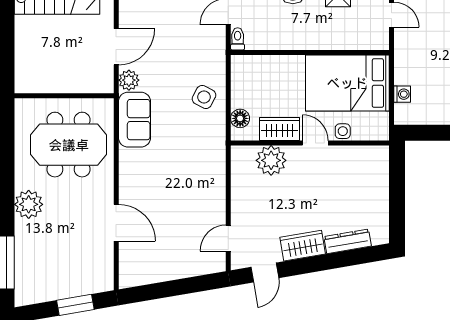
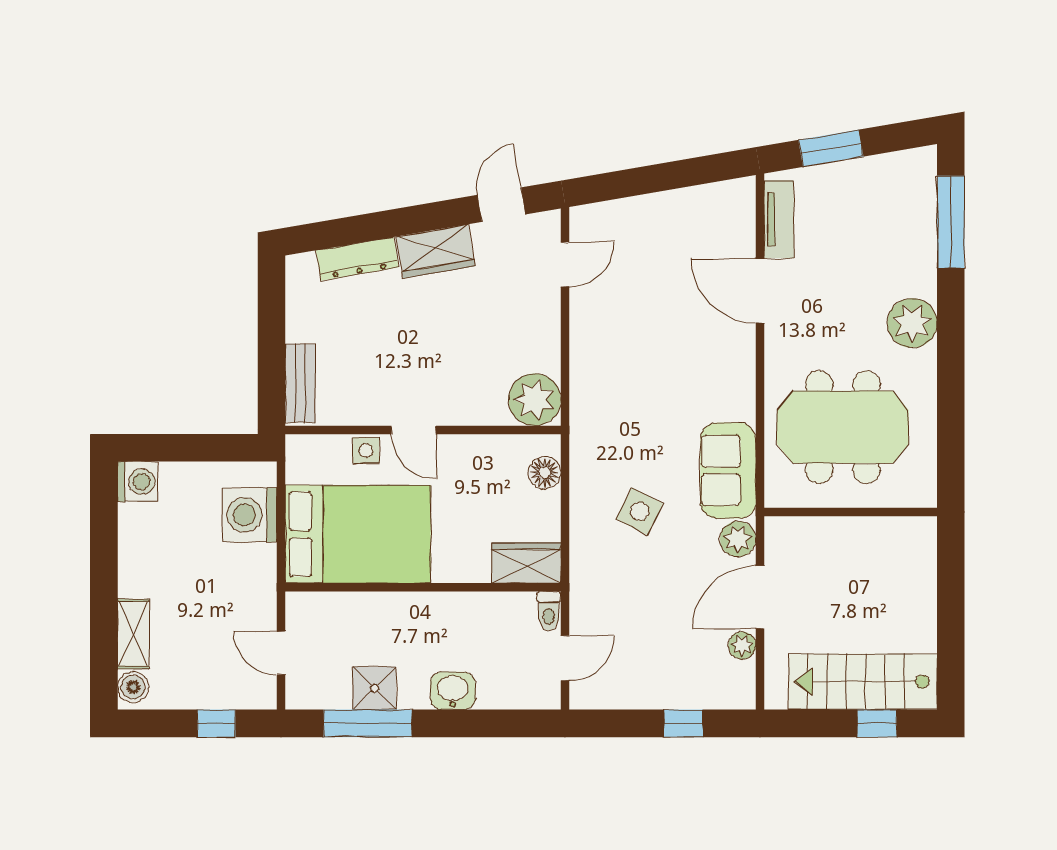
plant: (126, 19) -> (742, 645), added
washing machine: (402, 94) -> (250, 515), width x1.89, depth x1.89
side table: (204, 97) -> (640, 511), moved
wardrobe: (280, 129) -> (526, 563), moved, turned 180
plant: (271, 160) -> (535, 400), moved
bench: (381, 170) -> (300, 383), added
tv unit: (105, 264) -> (779, 219), added

